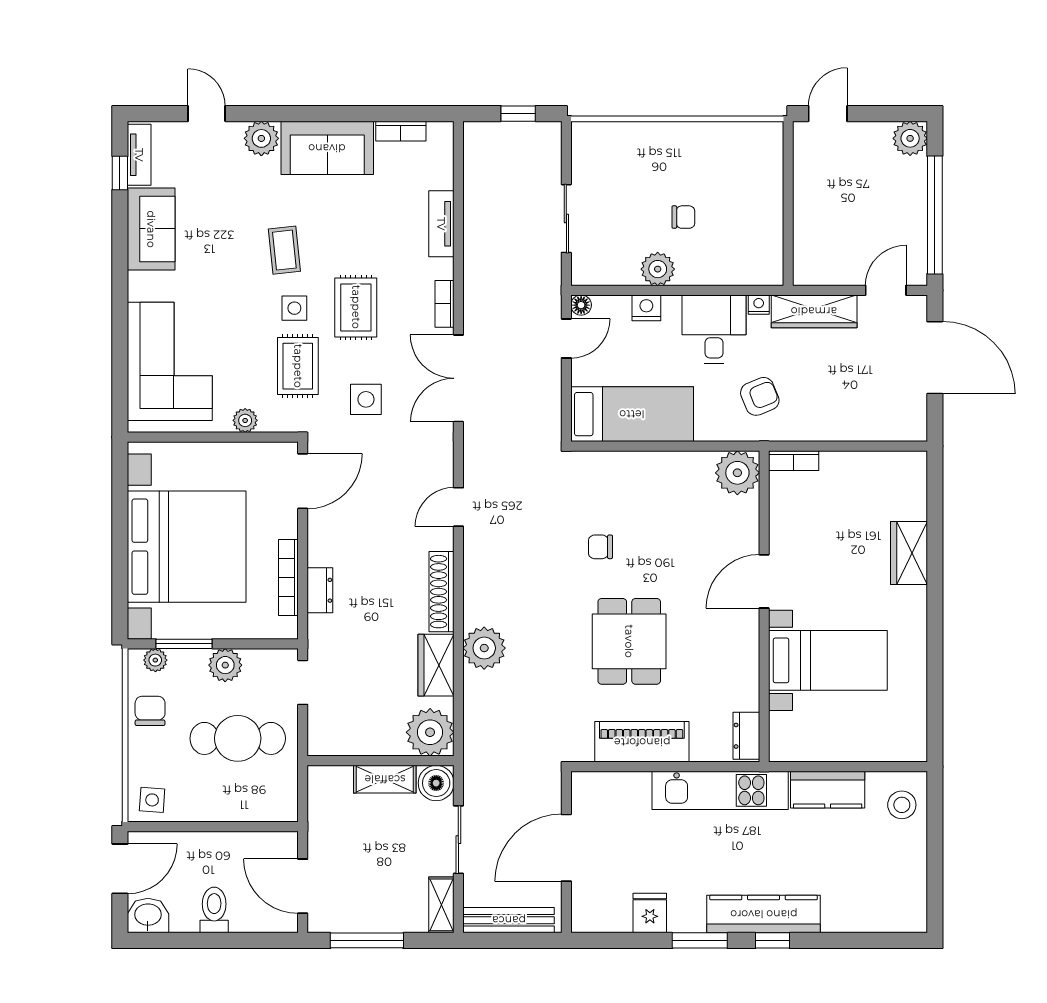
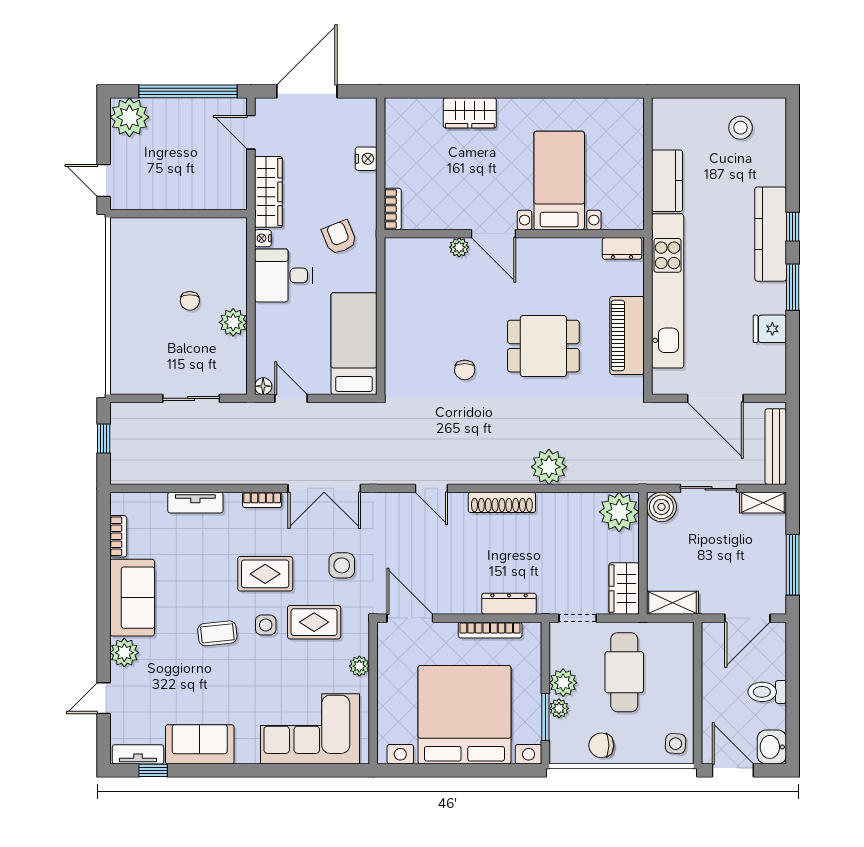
plant: (910, 138) -> (129, 117), width x1.36, depth x1.36
chair: (683, 217) -> (190, 301), turned 180
nightstand: (646, 308) -> (366, 159), moved, turned 180
plant: (737, 473) -> (459, 247), moved, width x0.53, depth x0.53
dresser: (320, 590) -> (509, 604), width x1.44
plant: (155, 660) -> (559, 708), moved
wardrobe: (436, 665) -> (624, 588), moved, turned 90
shelving: (385, 779) -> (672, 603), moved, turned 90
kitchen unit: (720, 790) -> (668, 291), width x1.36
stool: (902, 805) -> (741, 128), moved

